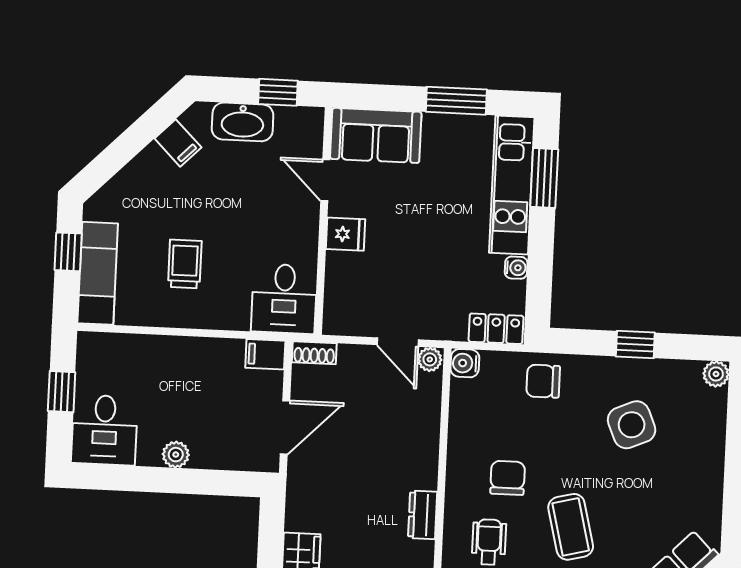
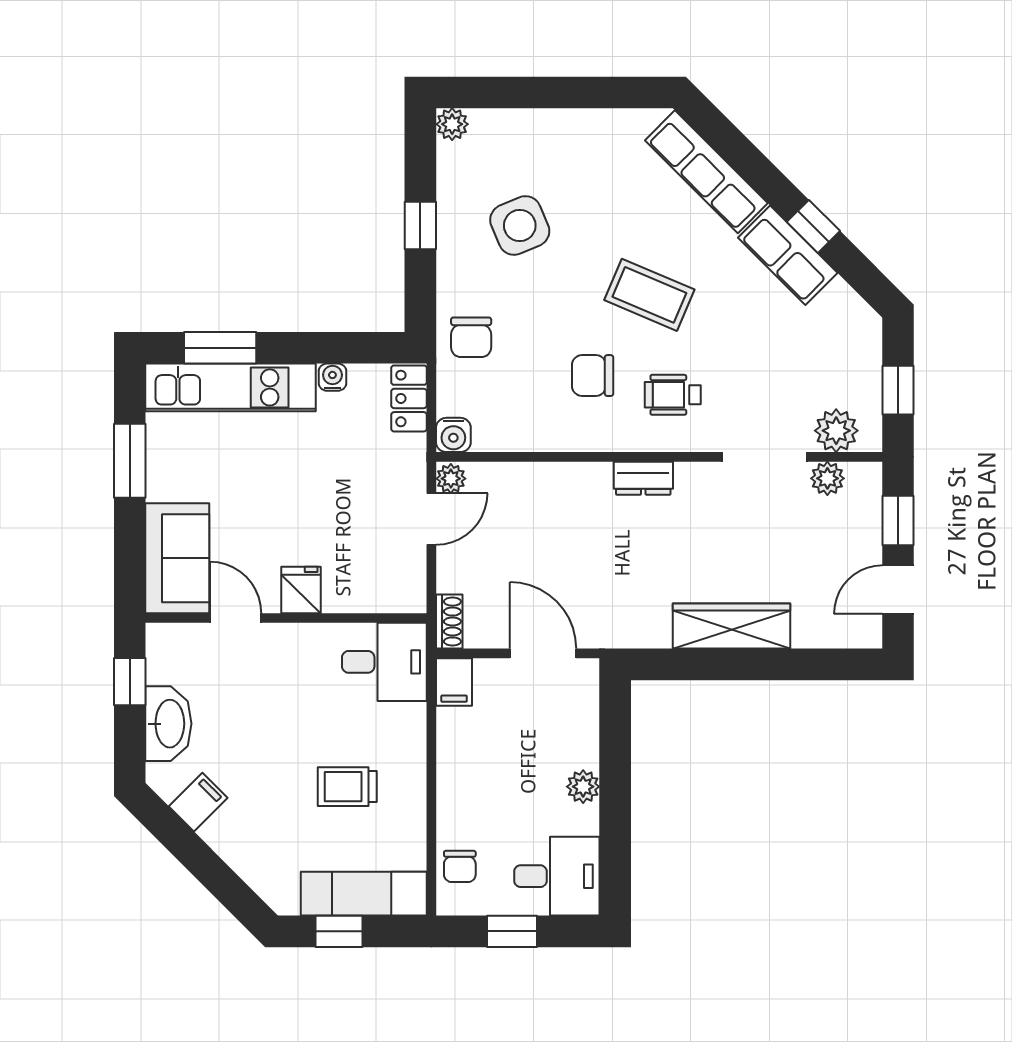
door: (325, 180) -> (236, 618), swing flipped
chair: (116, 352) -> (460, 866), added
coffee table: (571, 527) -> (649, 295), turned 37

